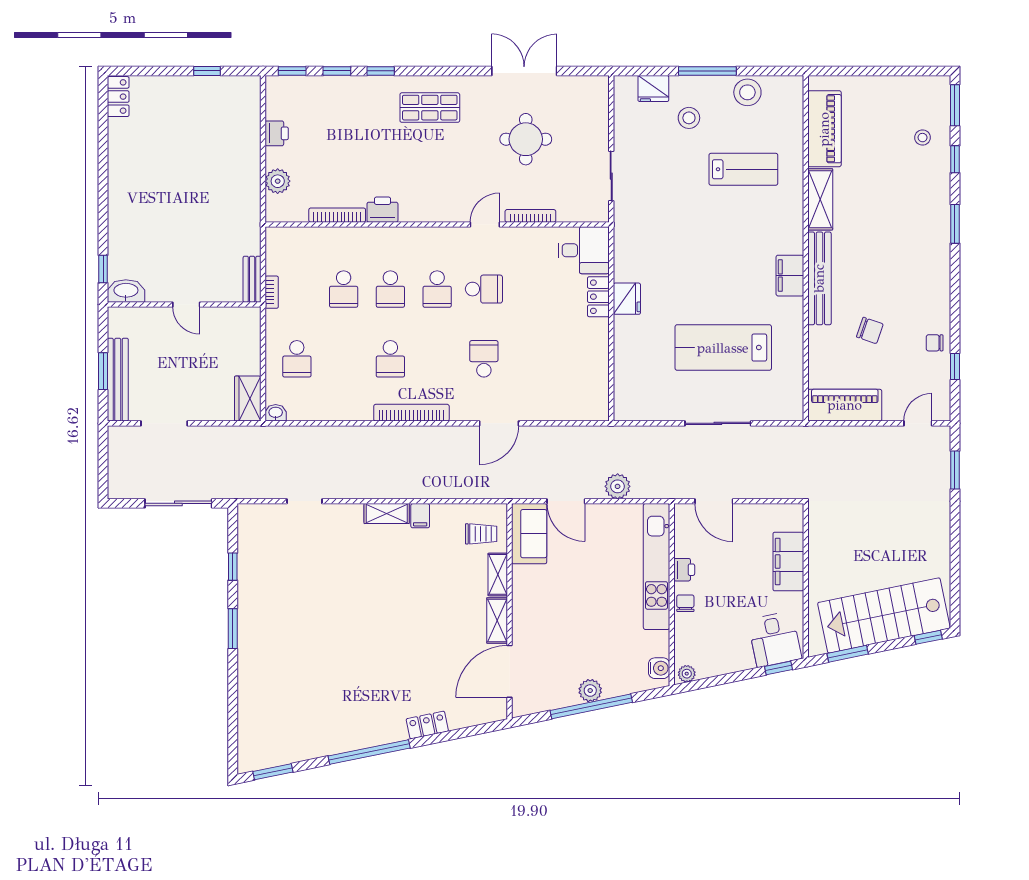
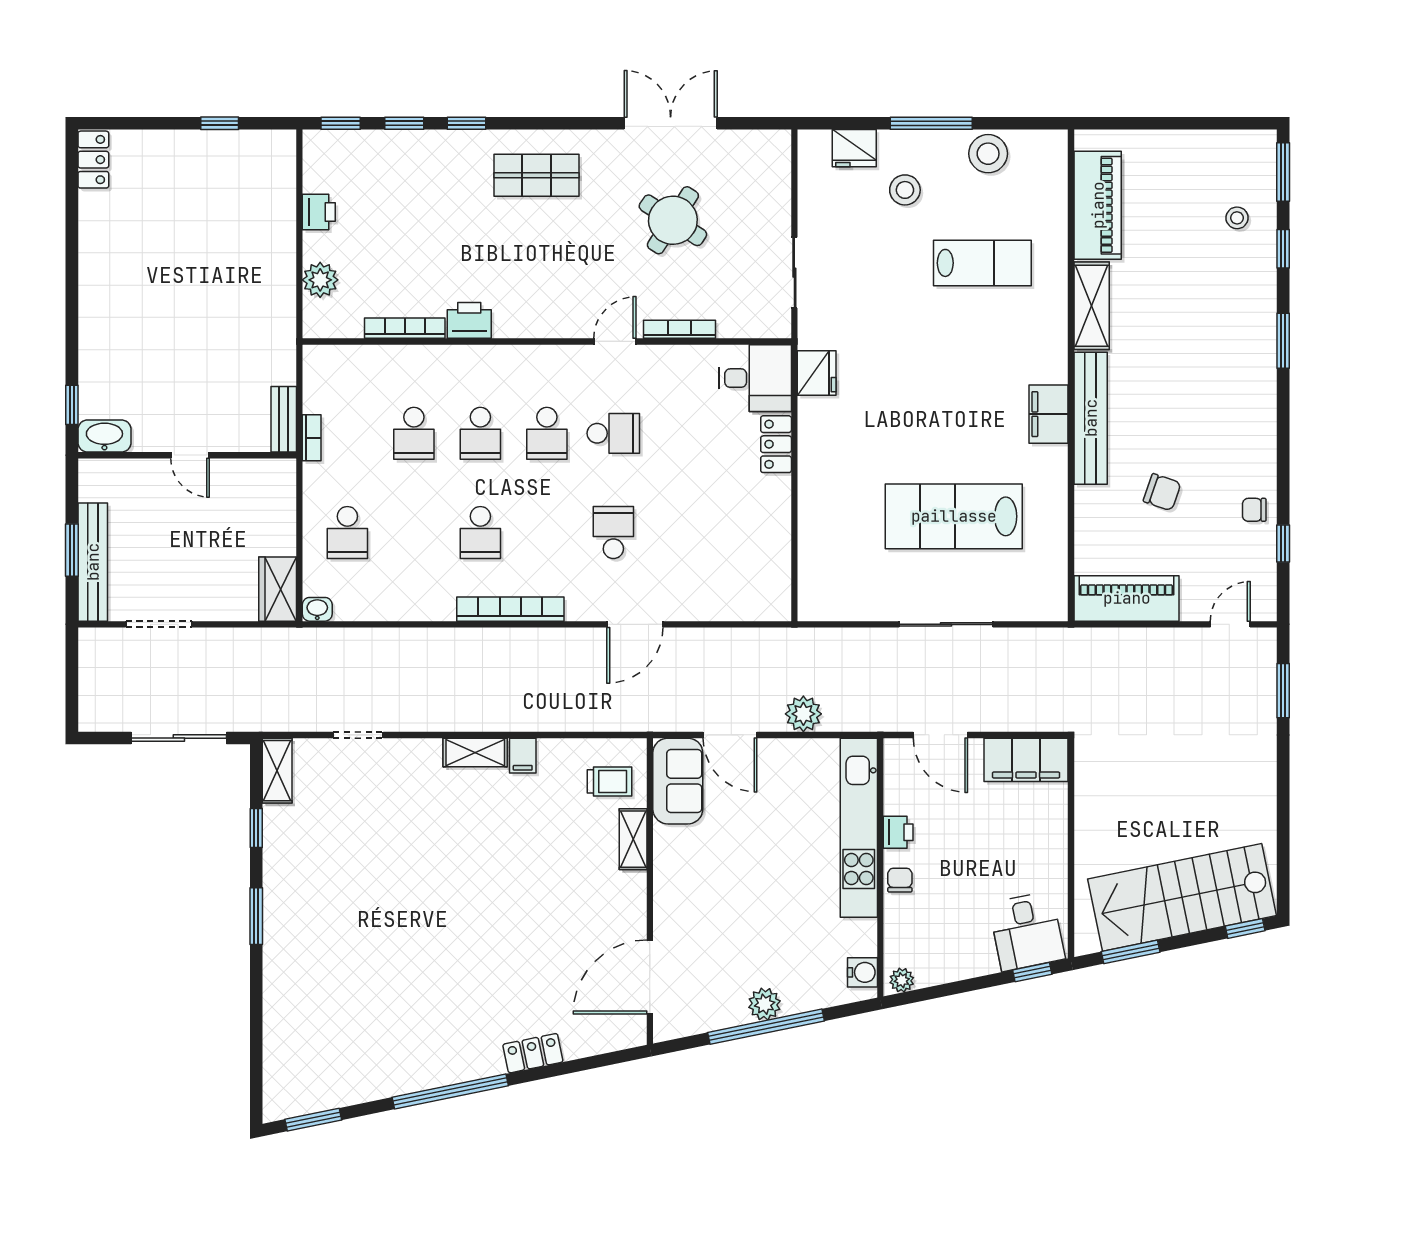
round table: (526, 139) -> (673, 220), turned 33
fridge: (627, 299) -> (817, 373), moved
filing cabinet: (788, 562) -> (1026, 760), moved, turned -90
shelving: (497, 620) -> (277, 771), moved

